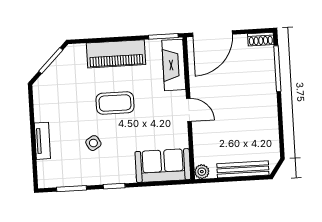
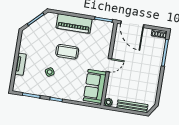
door: (213, 34) -> (132, 24), hinge flipped
fireplace: (174, 65) -> (106, 37), removed
door: (189, 110) -> (109, 65), hinge flipped
sofa: (163, 166) -> (95, 86), moved, turned -90

